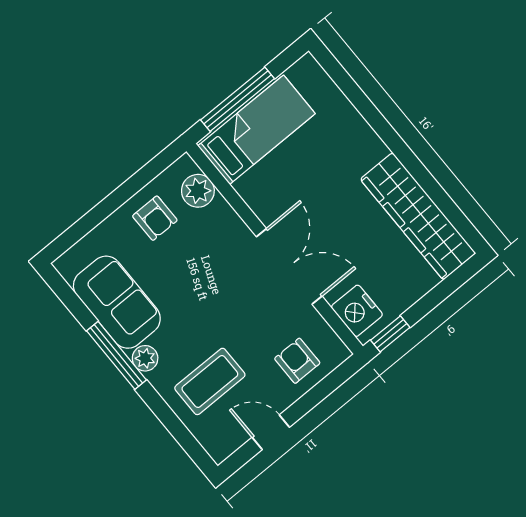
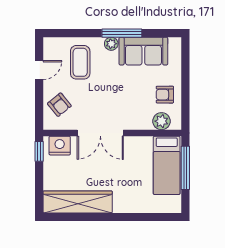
armchair: (297, 361) -> (59, 105), turned 51

